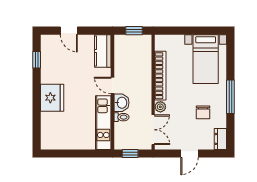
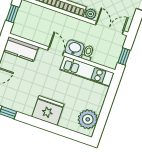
door: (112, 85) -> (56, 51), swing flipped
plant: (57, 139) -> (88, 119), added

